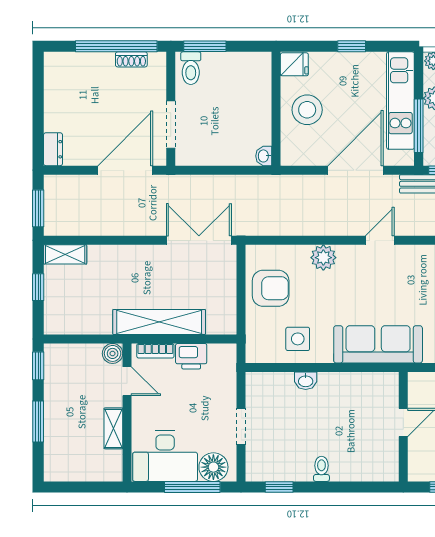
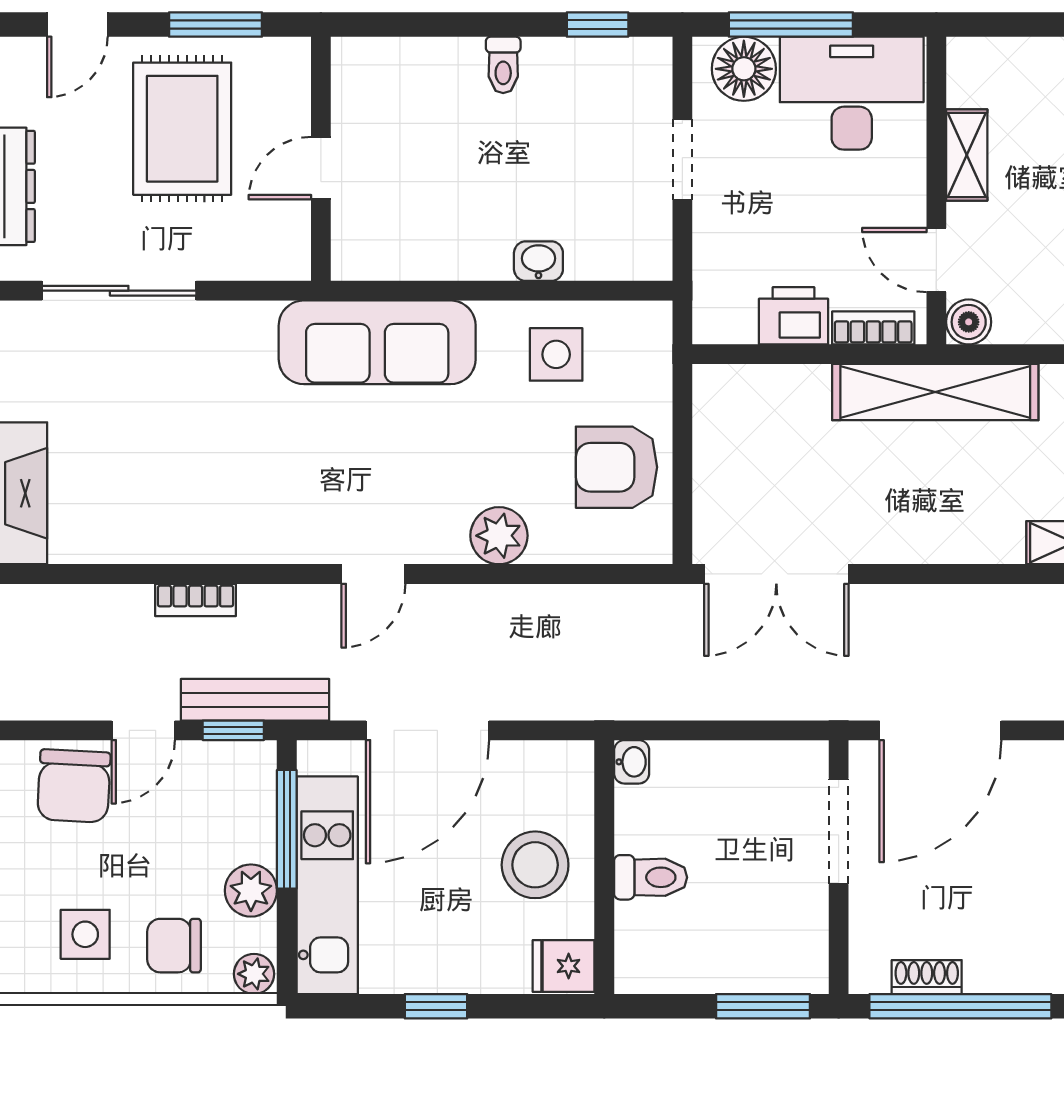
toilet: (191, 68) -> (651, 877), moved, turned 90
shelving: (159, 322) -> (935, 392), moved

